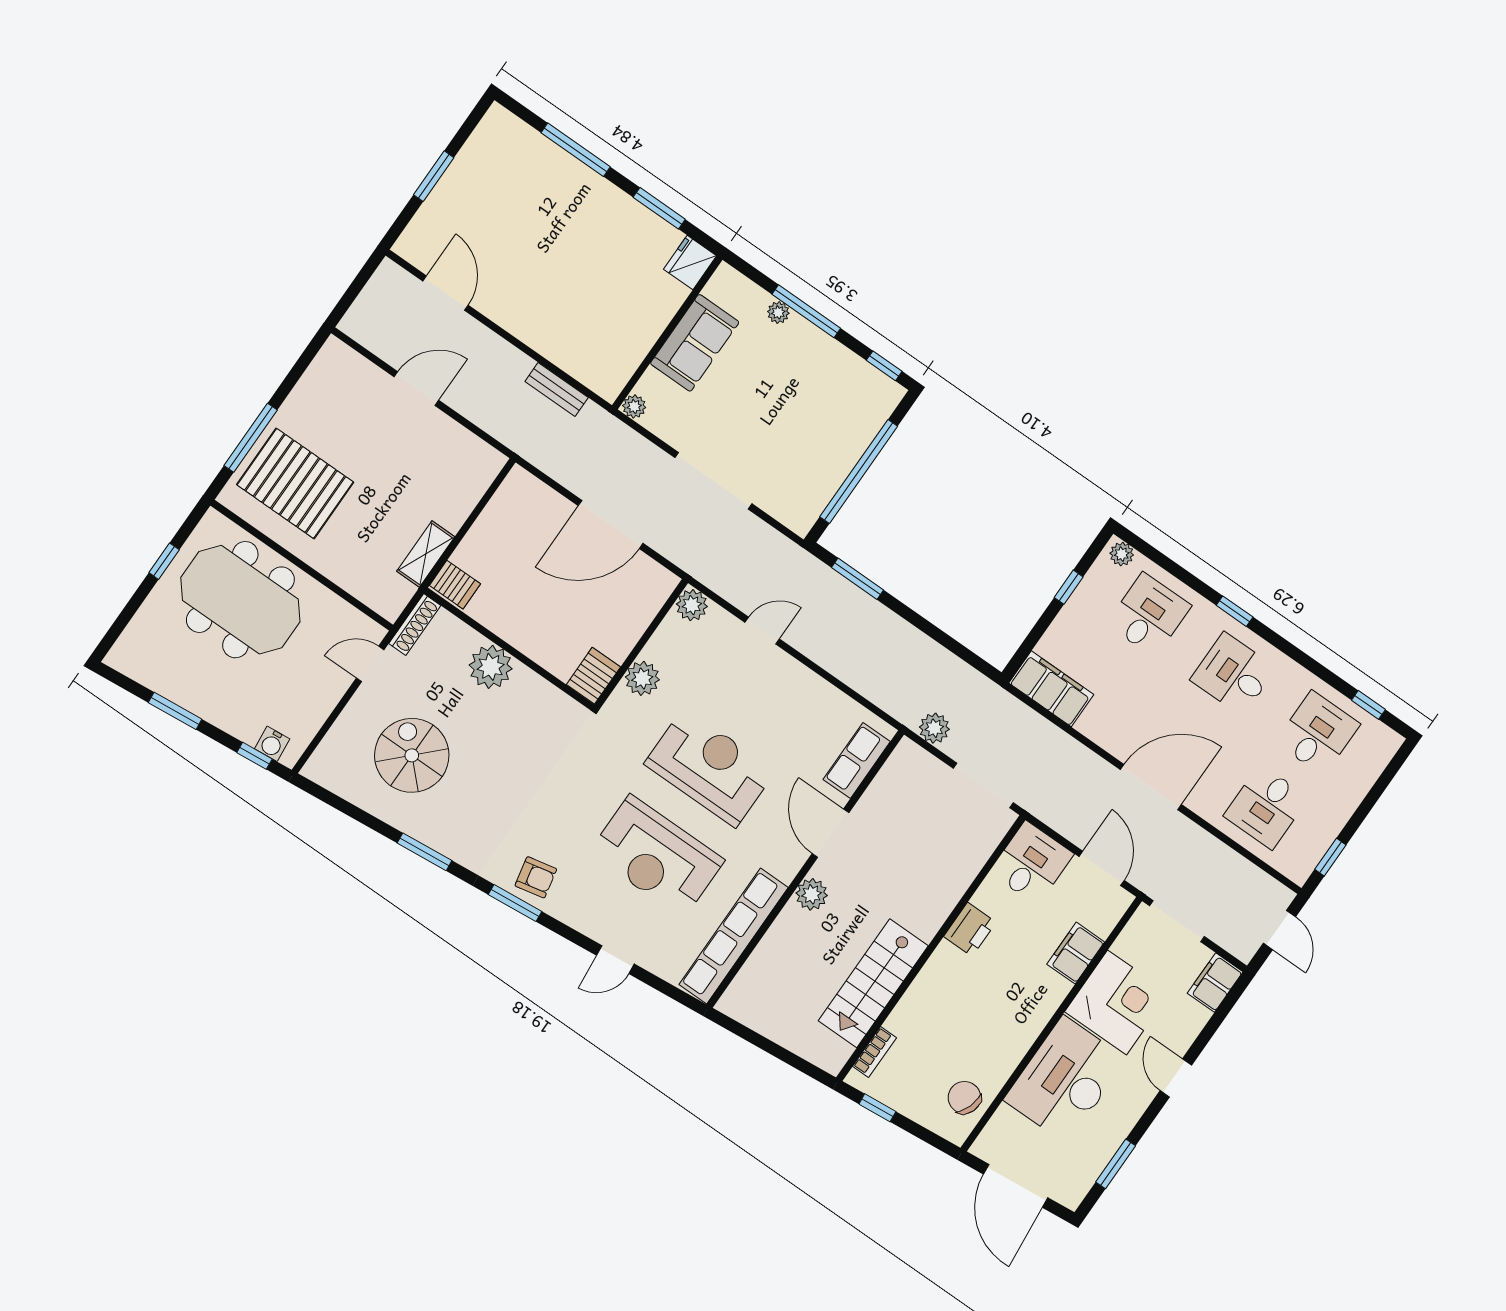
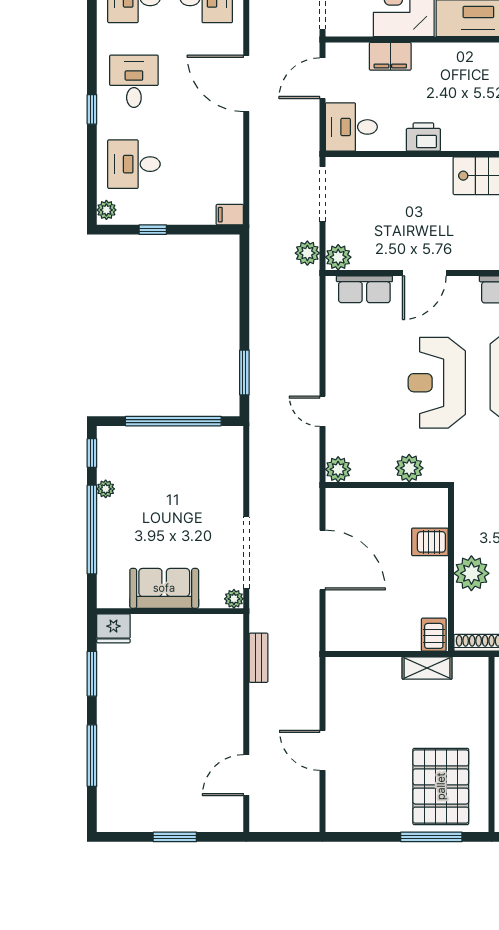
window: (806, 311) -> (92, 529), width x1.46
plant: (778, 312) -> (106, 489), moved
doorway: (713, 481) -> (246, 553), moved
desk: (1233, 674) -> (134, 81), turned 180
server rack: (593, 676) -> (430, 542), moved
filing cabinet: (1051, 689) -> (230, 215), width x0.33, depth x0.86
plant: (812, 894) -> (338, 257), moved

